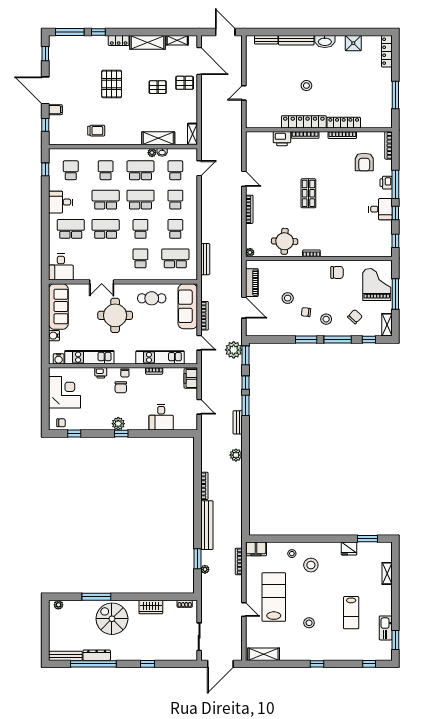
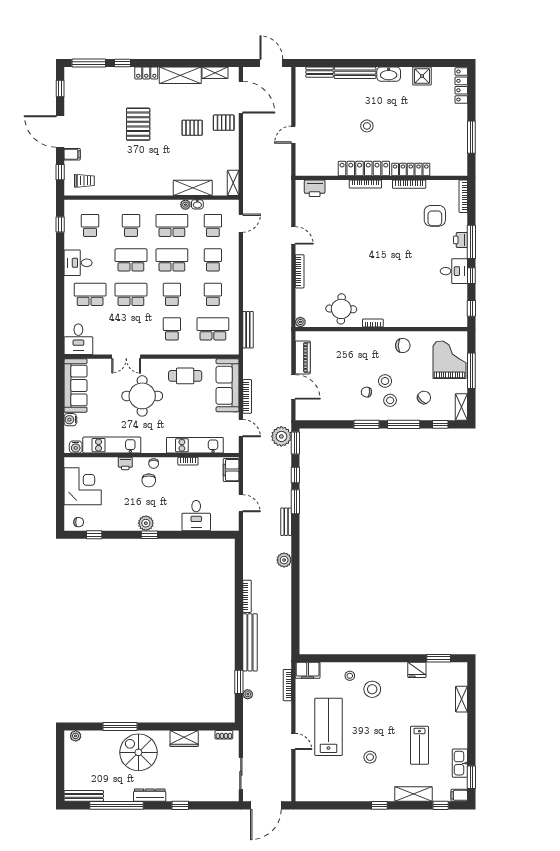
trolley: (96, 131) -> (84, 181), moved
printer: (282, 139) -> (315, 188), moved
shop shelf: (308, 193) -> (369, 253), removed
stool: (288, 298) -> (385, 381), moved
shelving: (264, 654) -> (413, 794), moved
dresser: (97, 655) -> (150, 795), moved
filing cabinet: (385, 655) -> (459, 795), added

